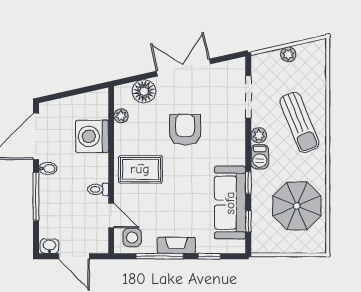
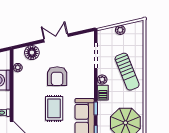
double door: (183, 67) -> (56, 38), width x0.73
armchair: (185, 130) -> (57, 76), turned 180
rug: (140, 169) -> (54, 108), moved, turned 90

